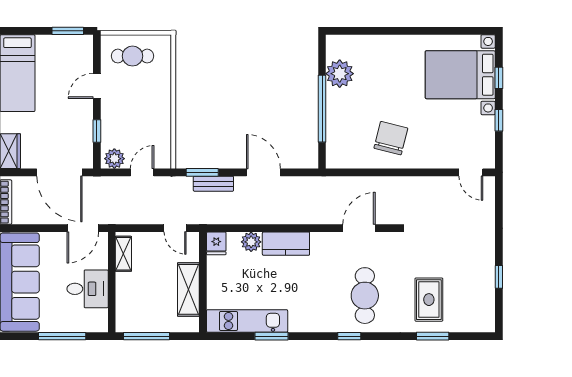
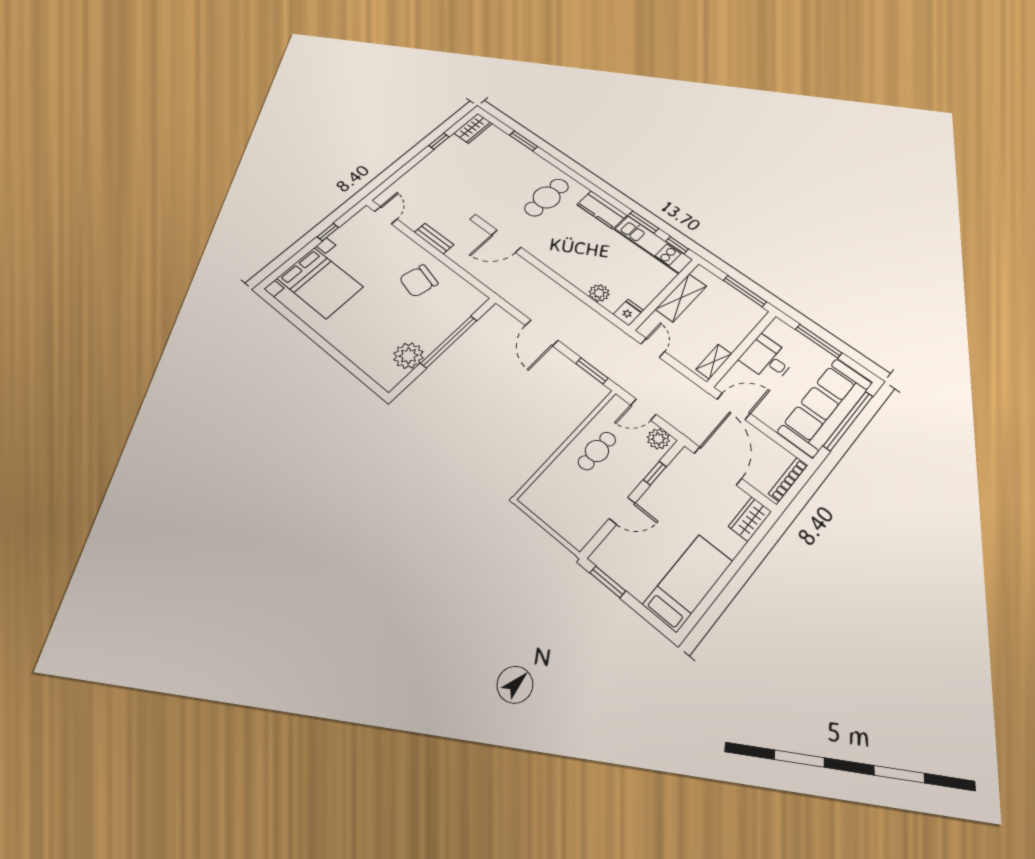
cafe table: (132, 56) -> (597, 451), moved, turned 90
window: (499, 78) -> (295, 259), removed
bench: (213, 184) -> (434, 238), moved
kitchen counter: (286, 244) -> (602, 210), moved, turned 180
rug: (429, 300) -> (503, 163), removed
wardrobe: (484, 314) -> (473, 128), added
window: (349, 336) -> (677, 245), moved

